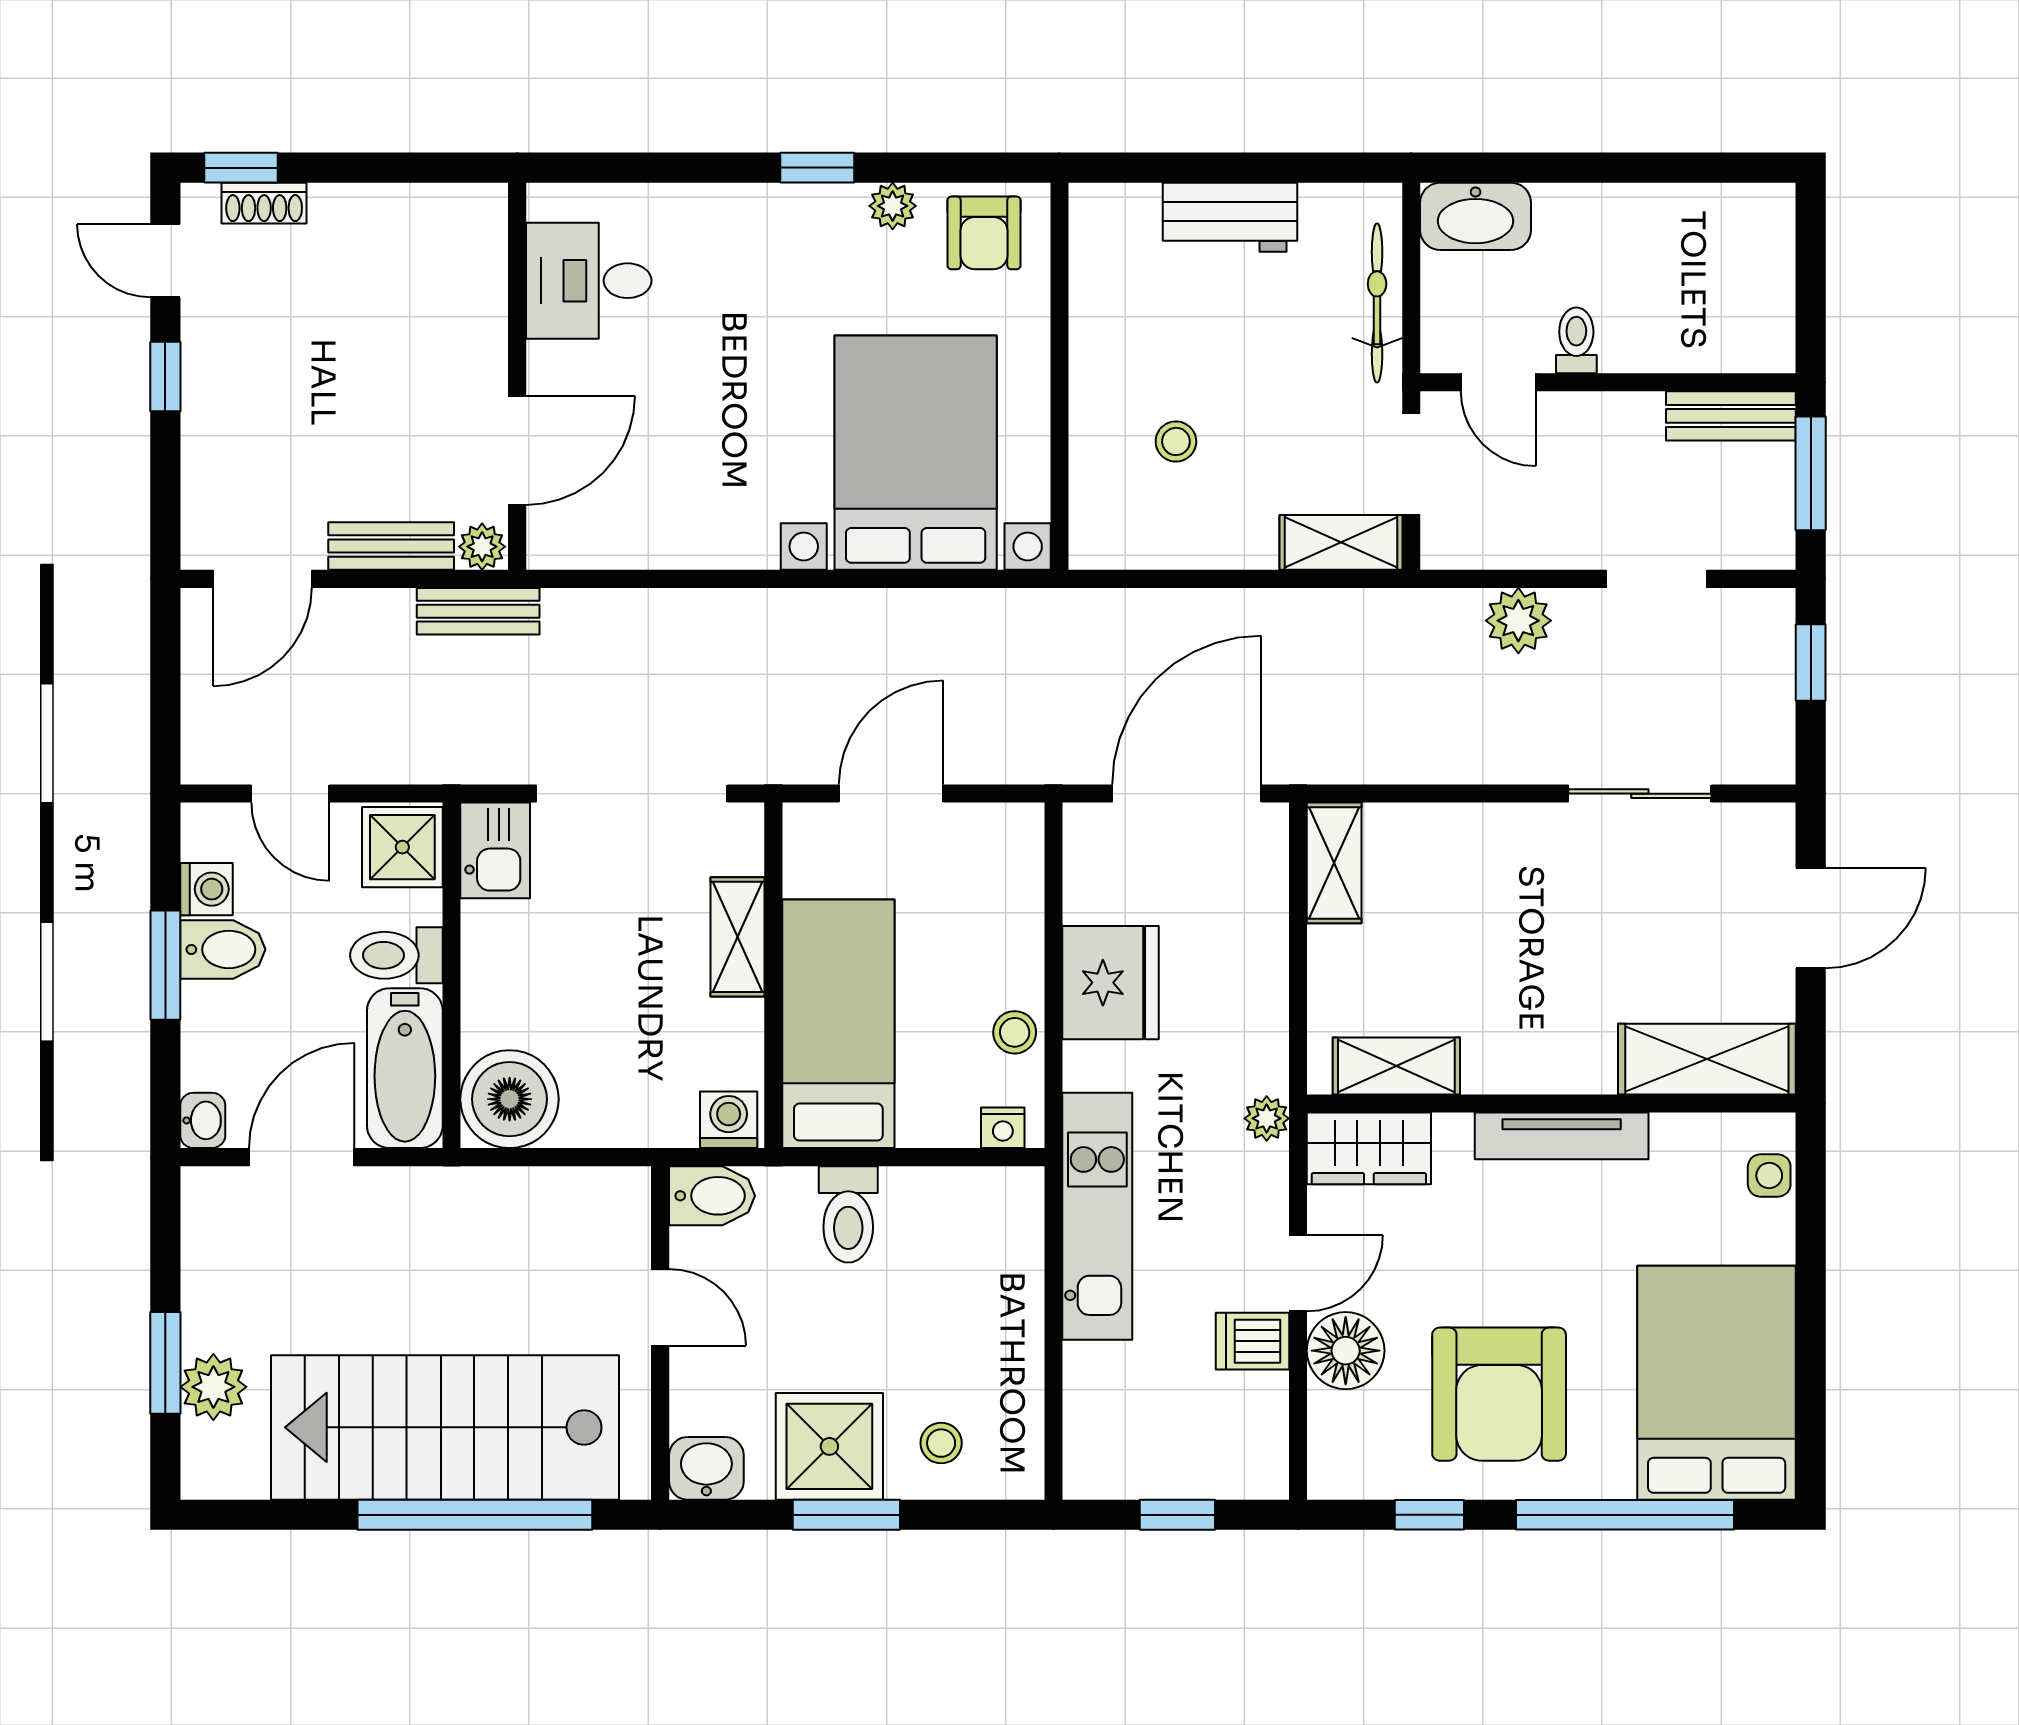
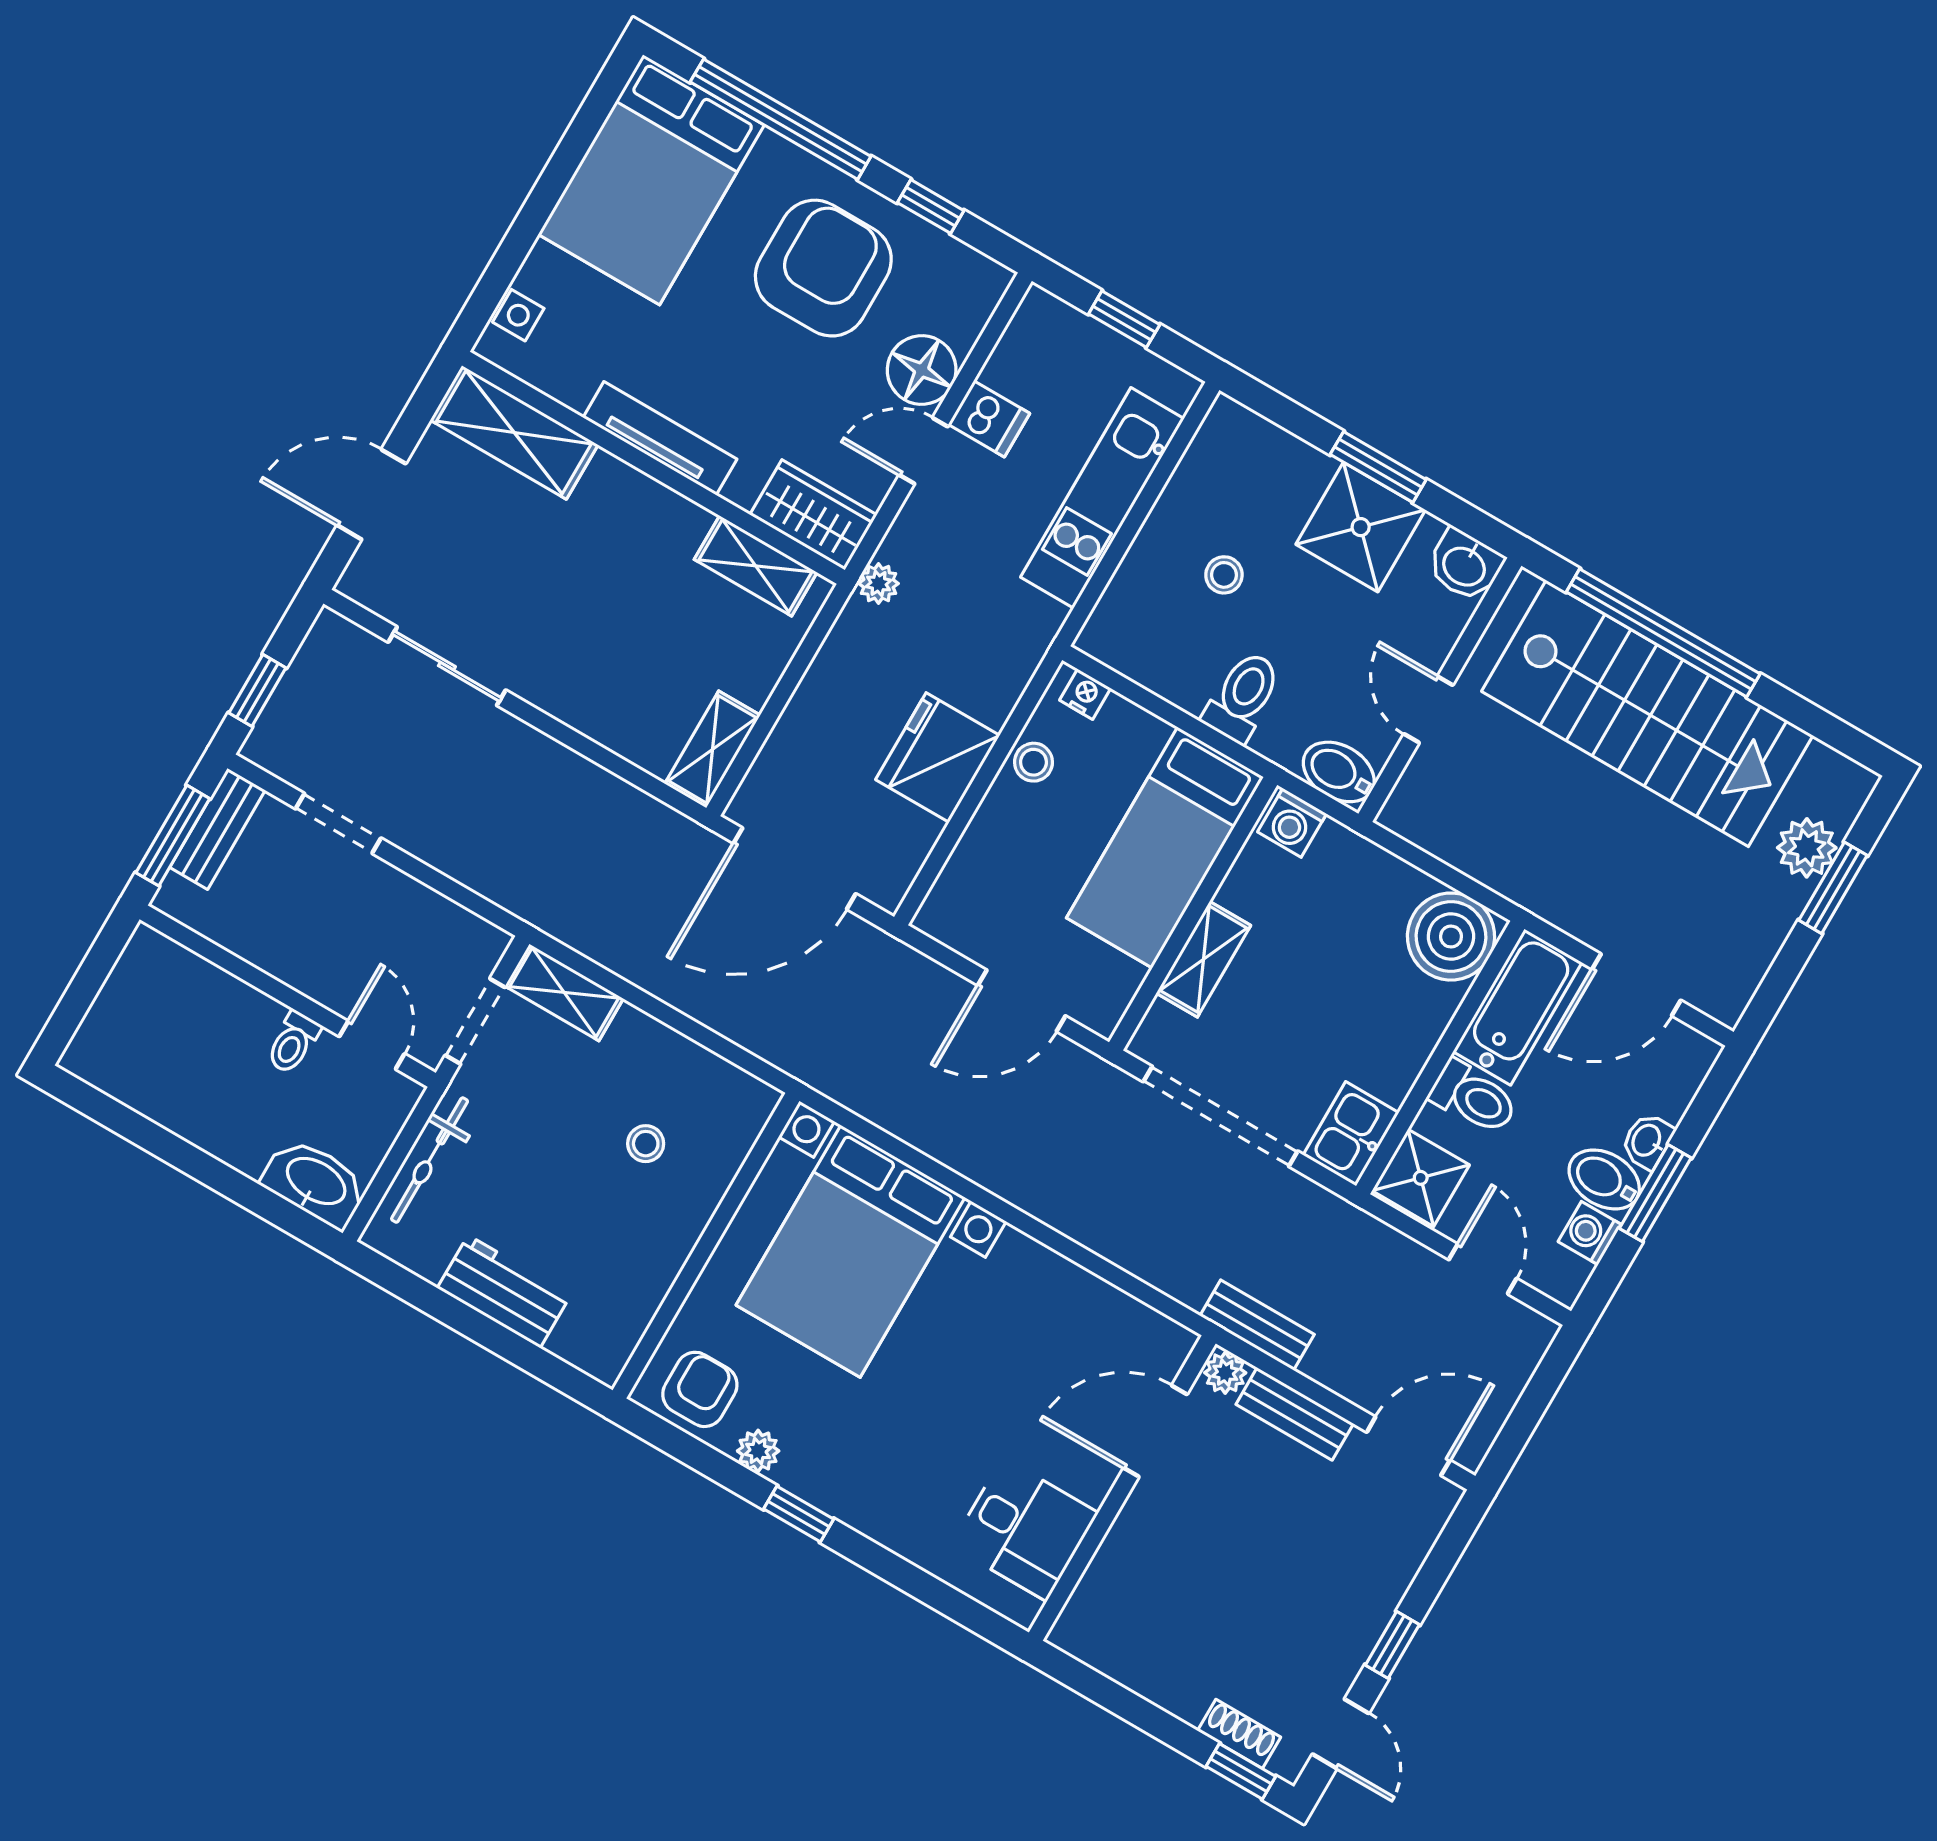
bench: (1731, 416) -> (218, 829), moved, turned 90
plant: (1518, 621) -> (463, 853), removed
washbasin: (203, 1120) -> (1647, 1141), moved
kitchen unit: (1097, 1216) -> (1102, 498), moved
stool: (941, 1443) -> (1224, 575), moved

